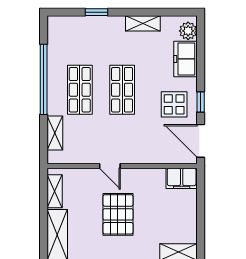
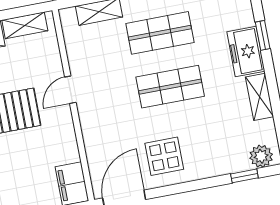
freezer: (185, 59) -> (246, 52), moved, turned -90
window: (201, 102) -> (244, 176), moved

